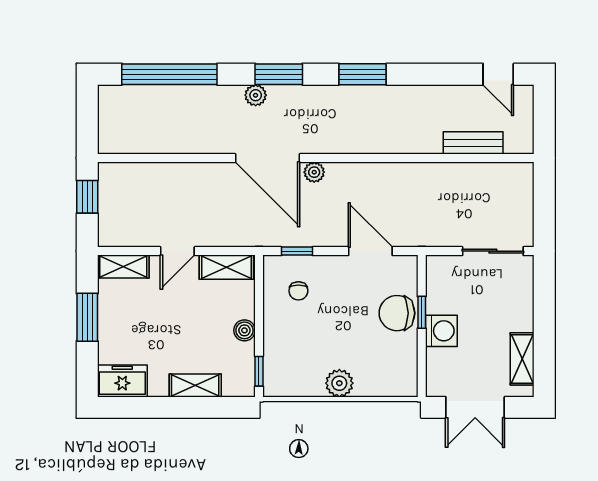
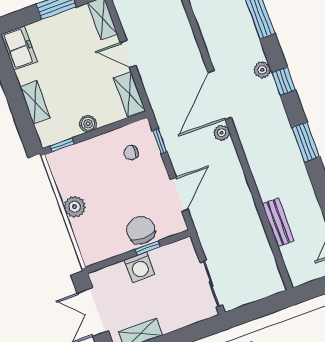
window: (279, 74) -> (284, 81), width x0.67
bench: (473, 143) -> (278, 222), moved

